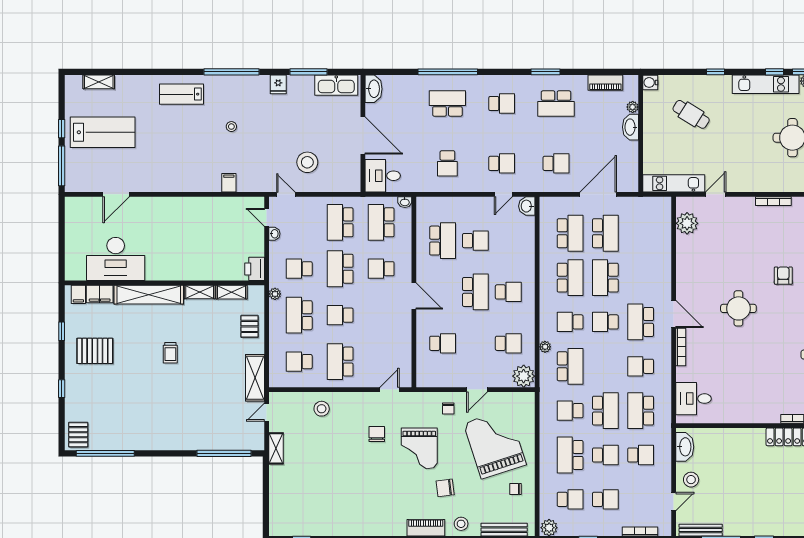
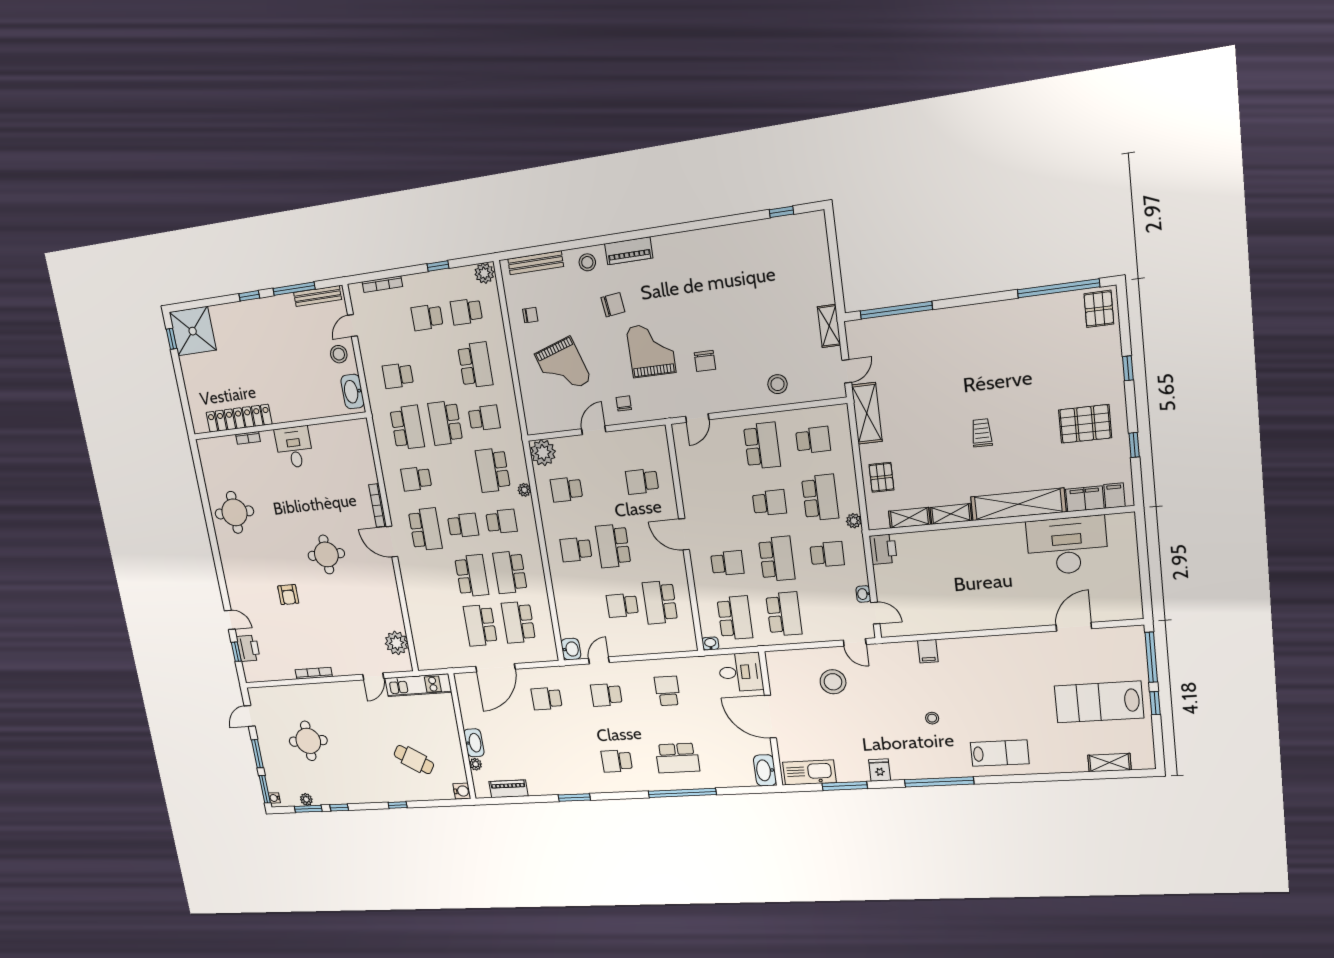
kitchen unit: (766, 84) -> (345, 794), removed
school desk: (556, 104) -> (557, 764), removed
school desk: (641, 366) -> (416, 479), turned 180
desk: (694, 399) -> (294, 447), moved, turned -90
grand piano: (495, 444) -> (563, 367), width x0.73, depth x0.68
school desk: (605, 455) -> (436, 370), removed

